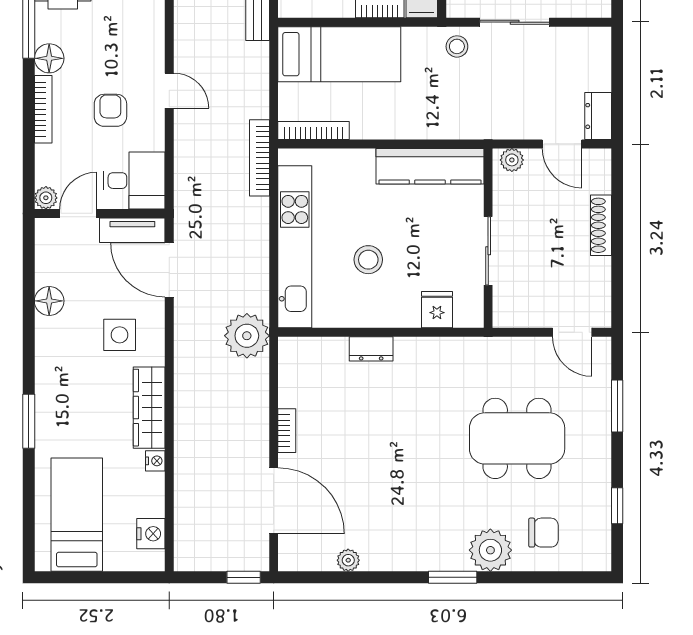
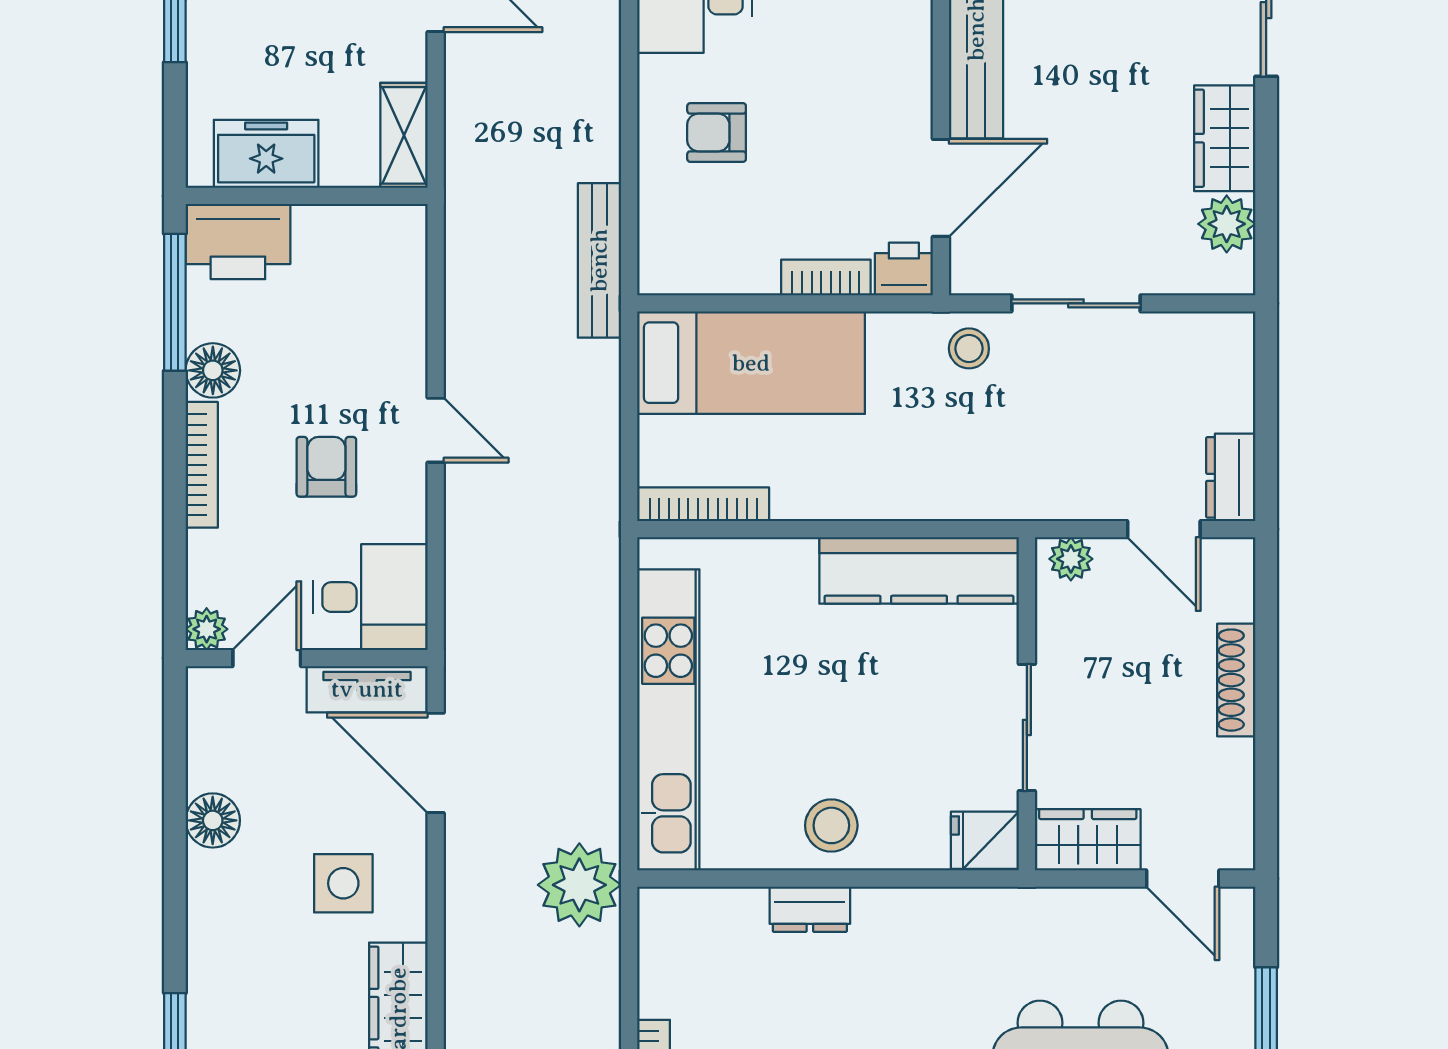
bookcase: (260, 158) -> (603, 555), removed
stool: (368, 260) -> (831, 825), moved
fridge: (437, 310) -> (985, 840), moved, turned -90
wardrobe: (521, 311) -> (1088, 840), added

